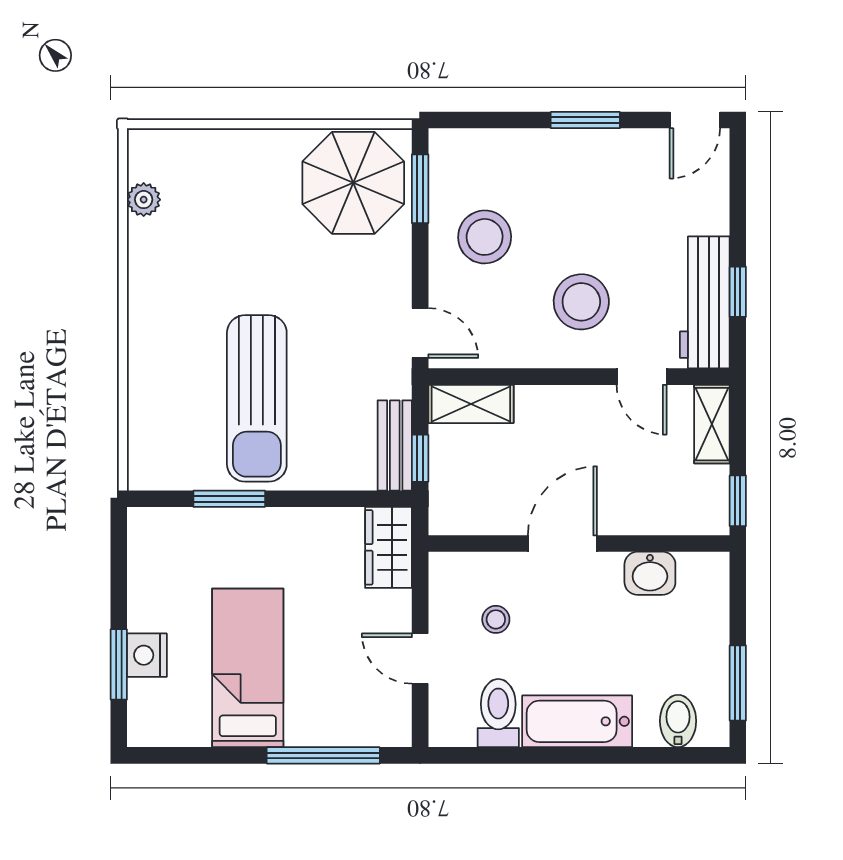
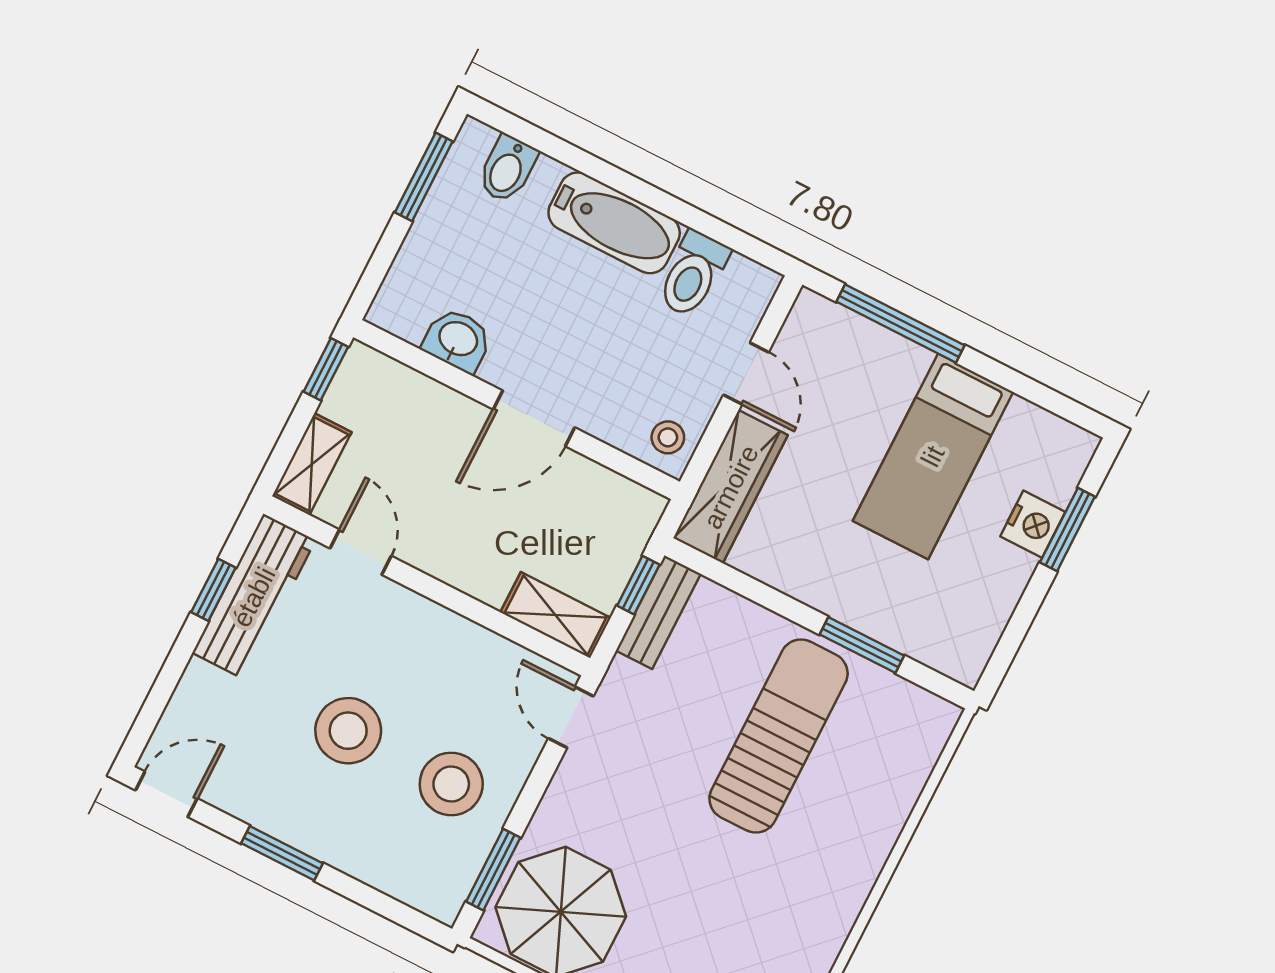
stool: (581, 302) -> (348, 731), moved
wardrobe: (389, 547) -> (731, 487), width x1.50
stool: (496, 619) -> (668, 437), moved

